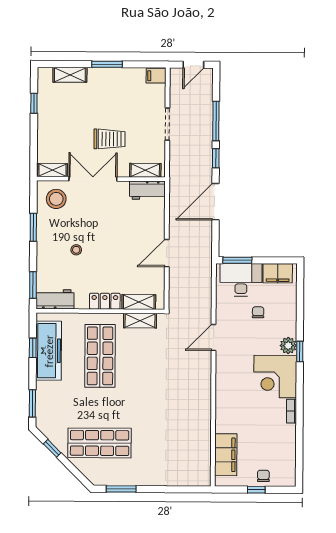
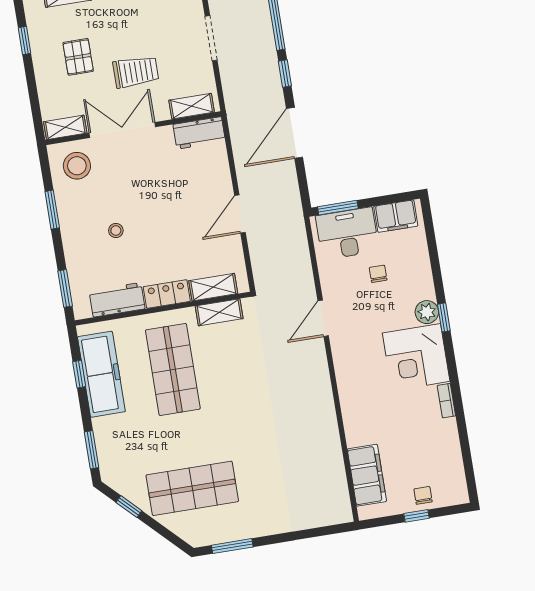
pallet: (70, 121) -> (78, 57), added
workbench: (55, 299) -> (117, 300), moved

